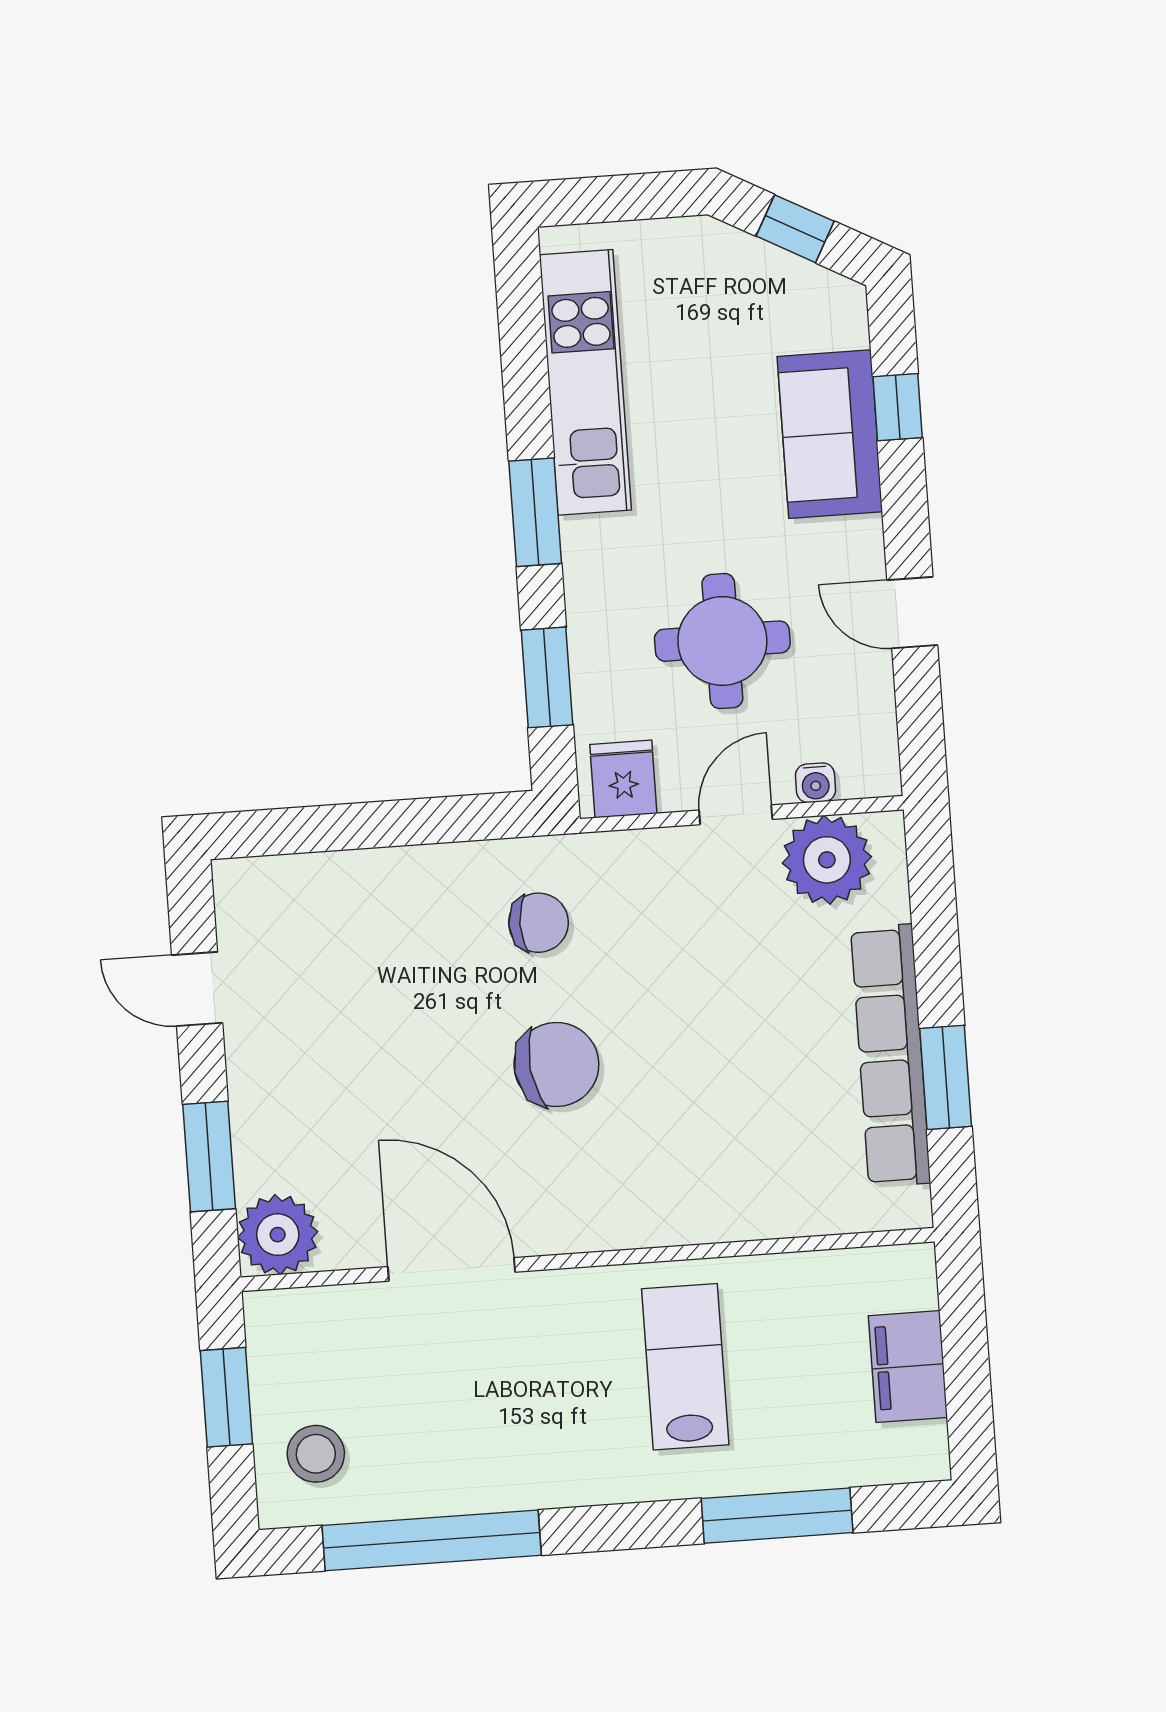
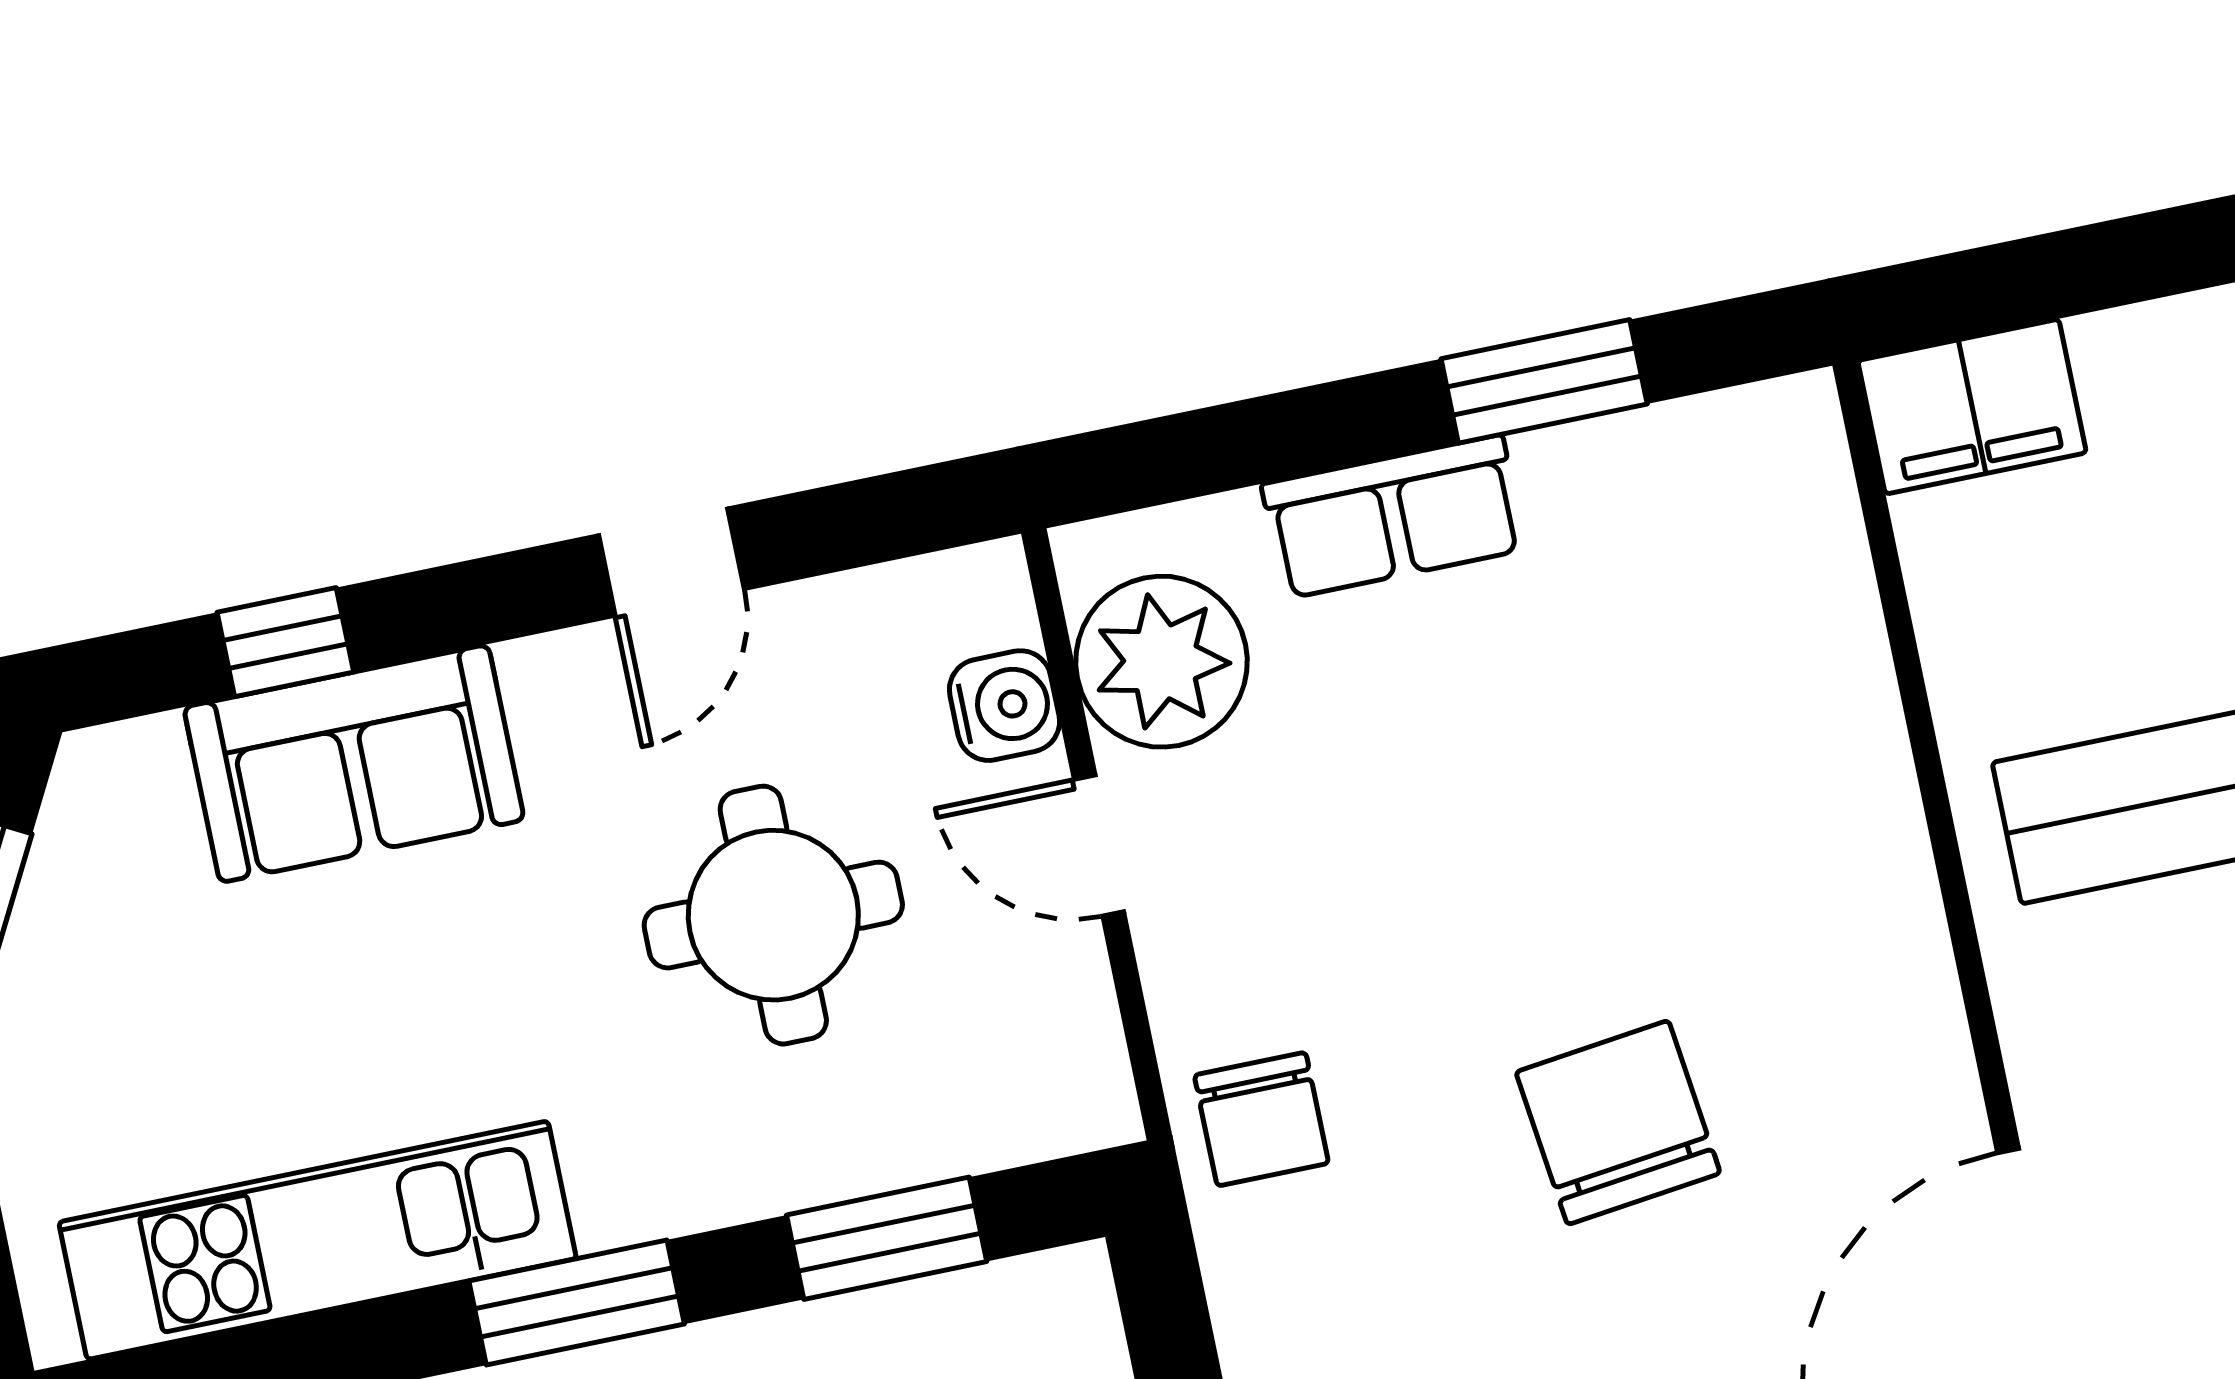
fridge: (623, 779) -> (1060, 1068), removed
water cooler: (815, 783) -> (1004, 706), width x1.38, depth x1.38
chair: (539, 923) -> (1261, 1119), moved, turned 180
row of seats: (891, 1056) -> (1393, 517), width x0.50
filing cabinet: (908, 1367) -> (1972, 407), moved

